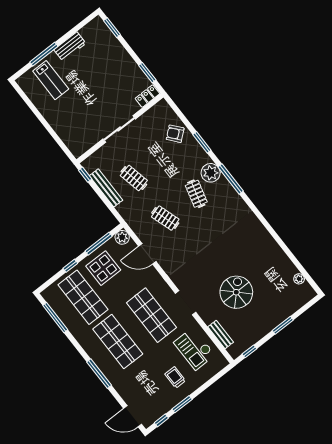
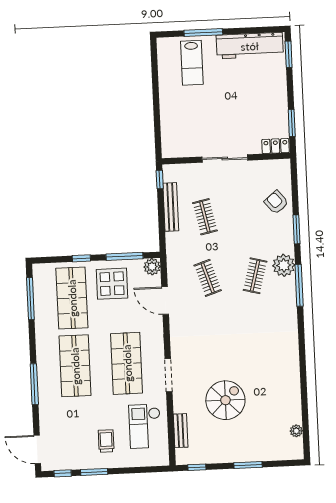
workbench: (70, 47) -> (250, 46), width x1.88, depth x1.32

